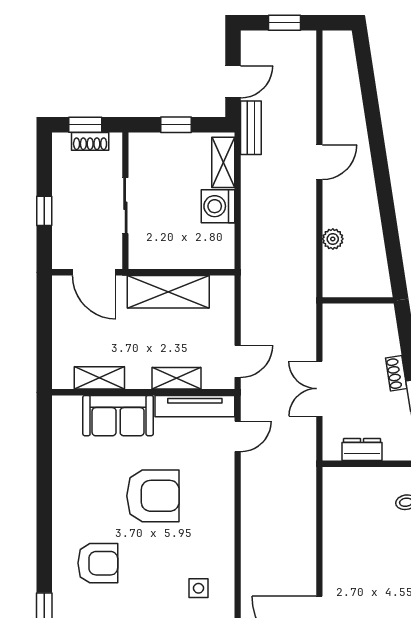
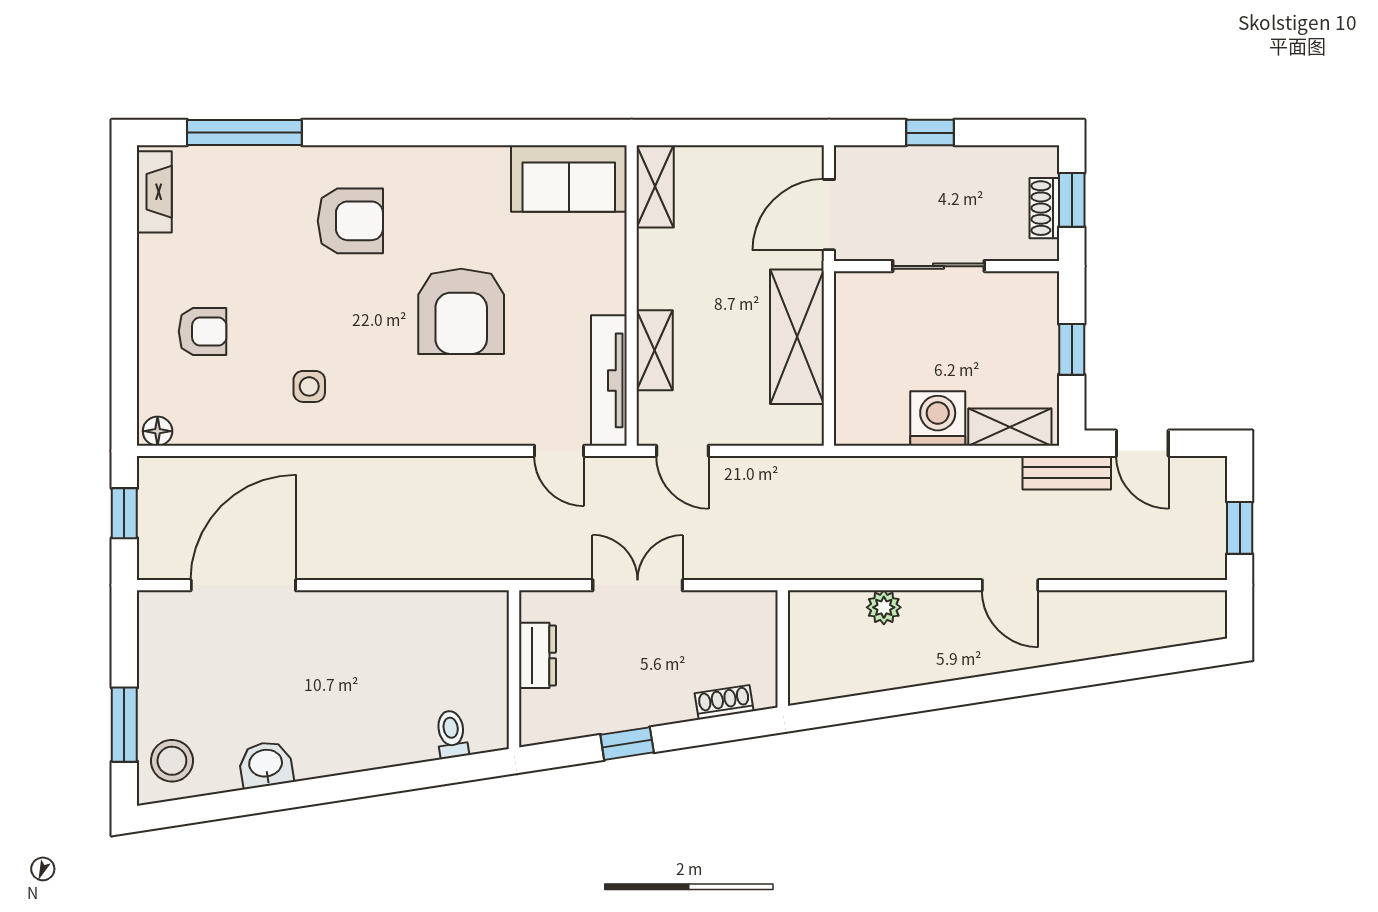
shoe rack: (396, 373) -> (724, 702), moved
shelving: (99, 378) -> (655, 186), moved
sofa: (118, 416) -> (569, 178), moved, turned -90
armchair: (98, 563) -> (350, 221), turned -90

